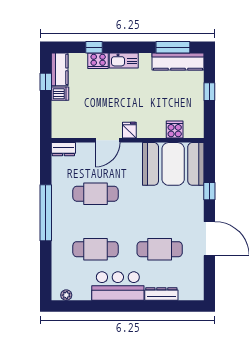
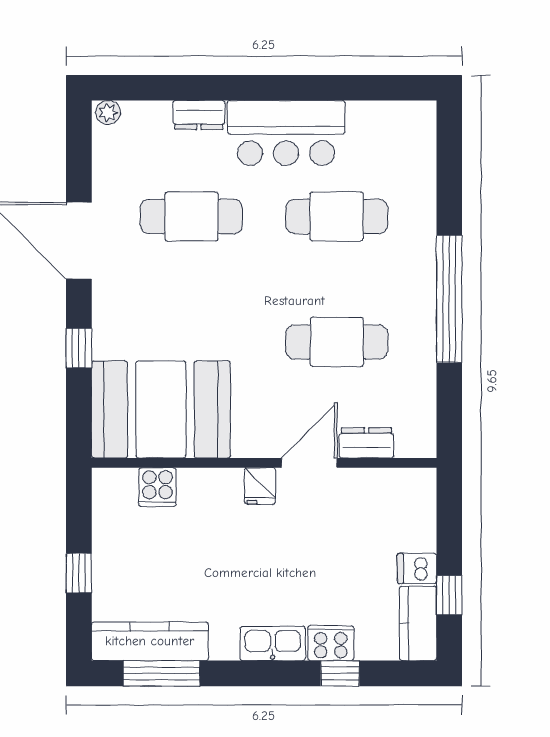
dresser: (63, 149) -> (366, 443), moved
dresser: (161, 294) -> (199, 115), width x0.70
plant: (66, 295) -> (108, 113), moved

